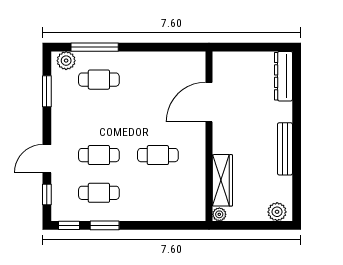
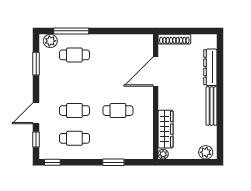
shoe rack: (234, 58) -> (174, 39), added
dresser: (283, 76) -> (210, 67), moved
window: (105, 225) -> (113, 162), moved

